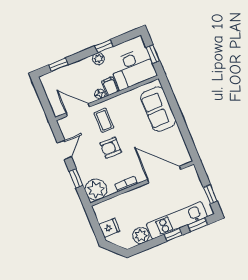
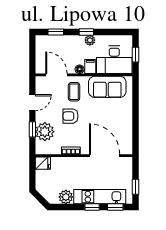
window: (104, 46) -> (86, 32), moved
sofa: (158, 109) -> (107, 87), moved, turned -90
plant: (96, 190) -> (45, 132), moved
fridge: (109, 228) -> (43, 163), moved

